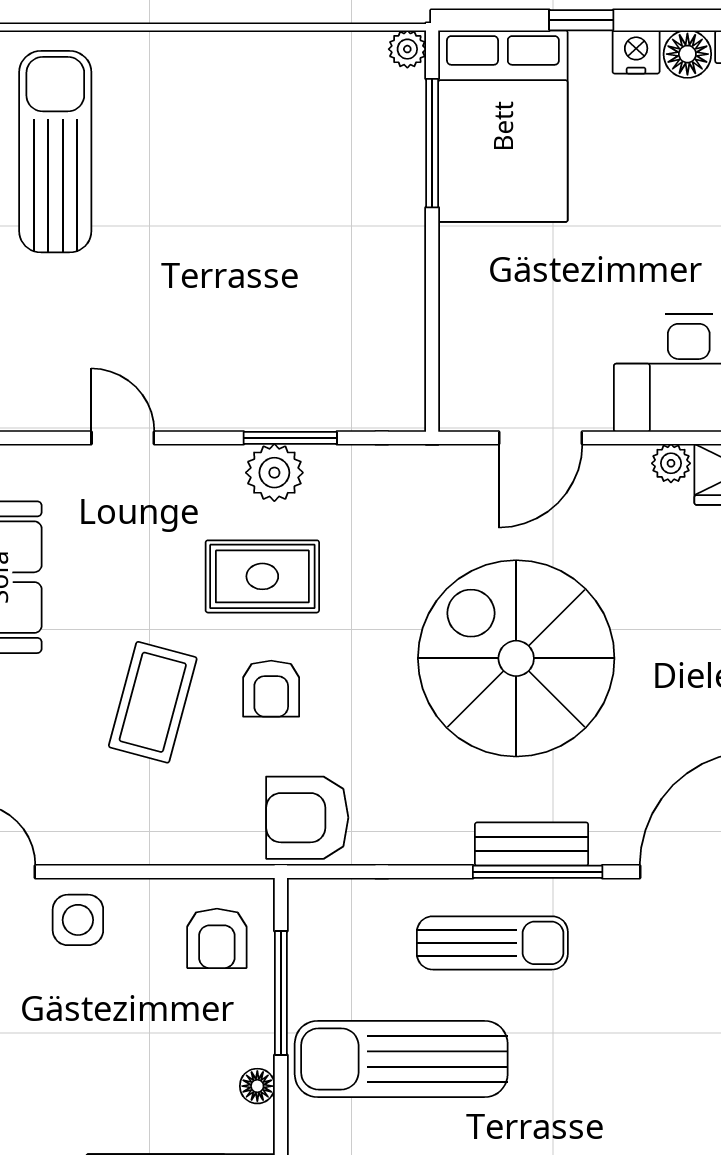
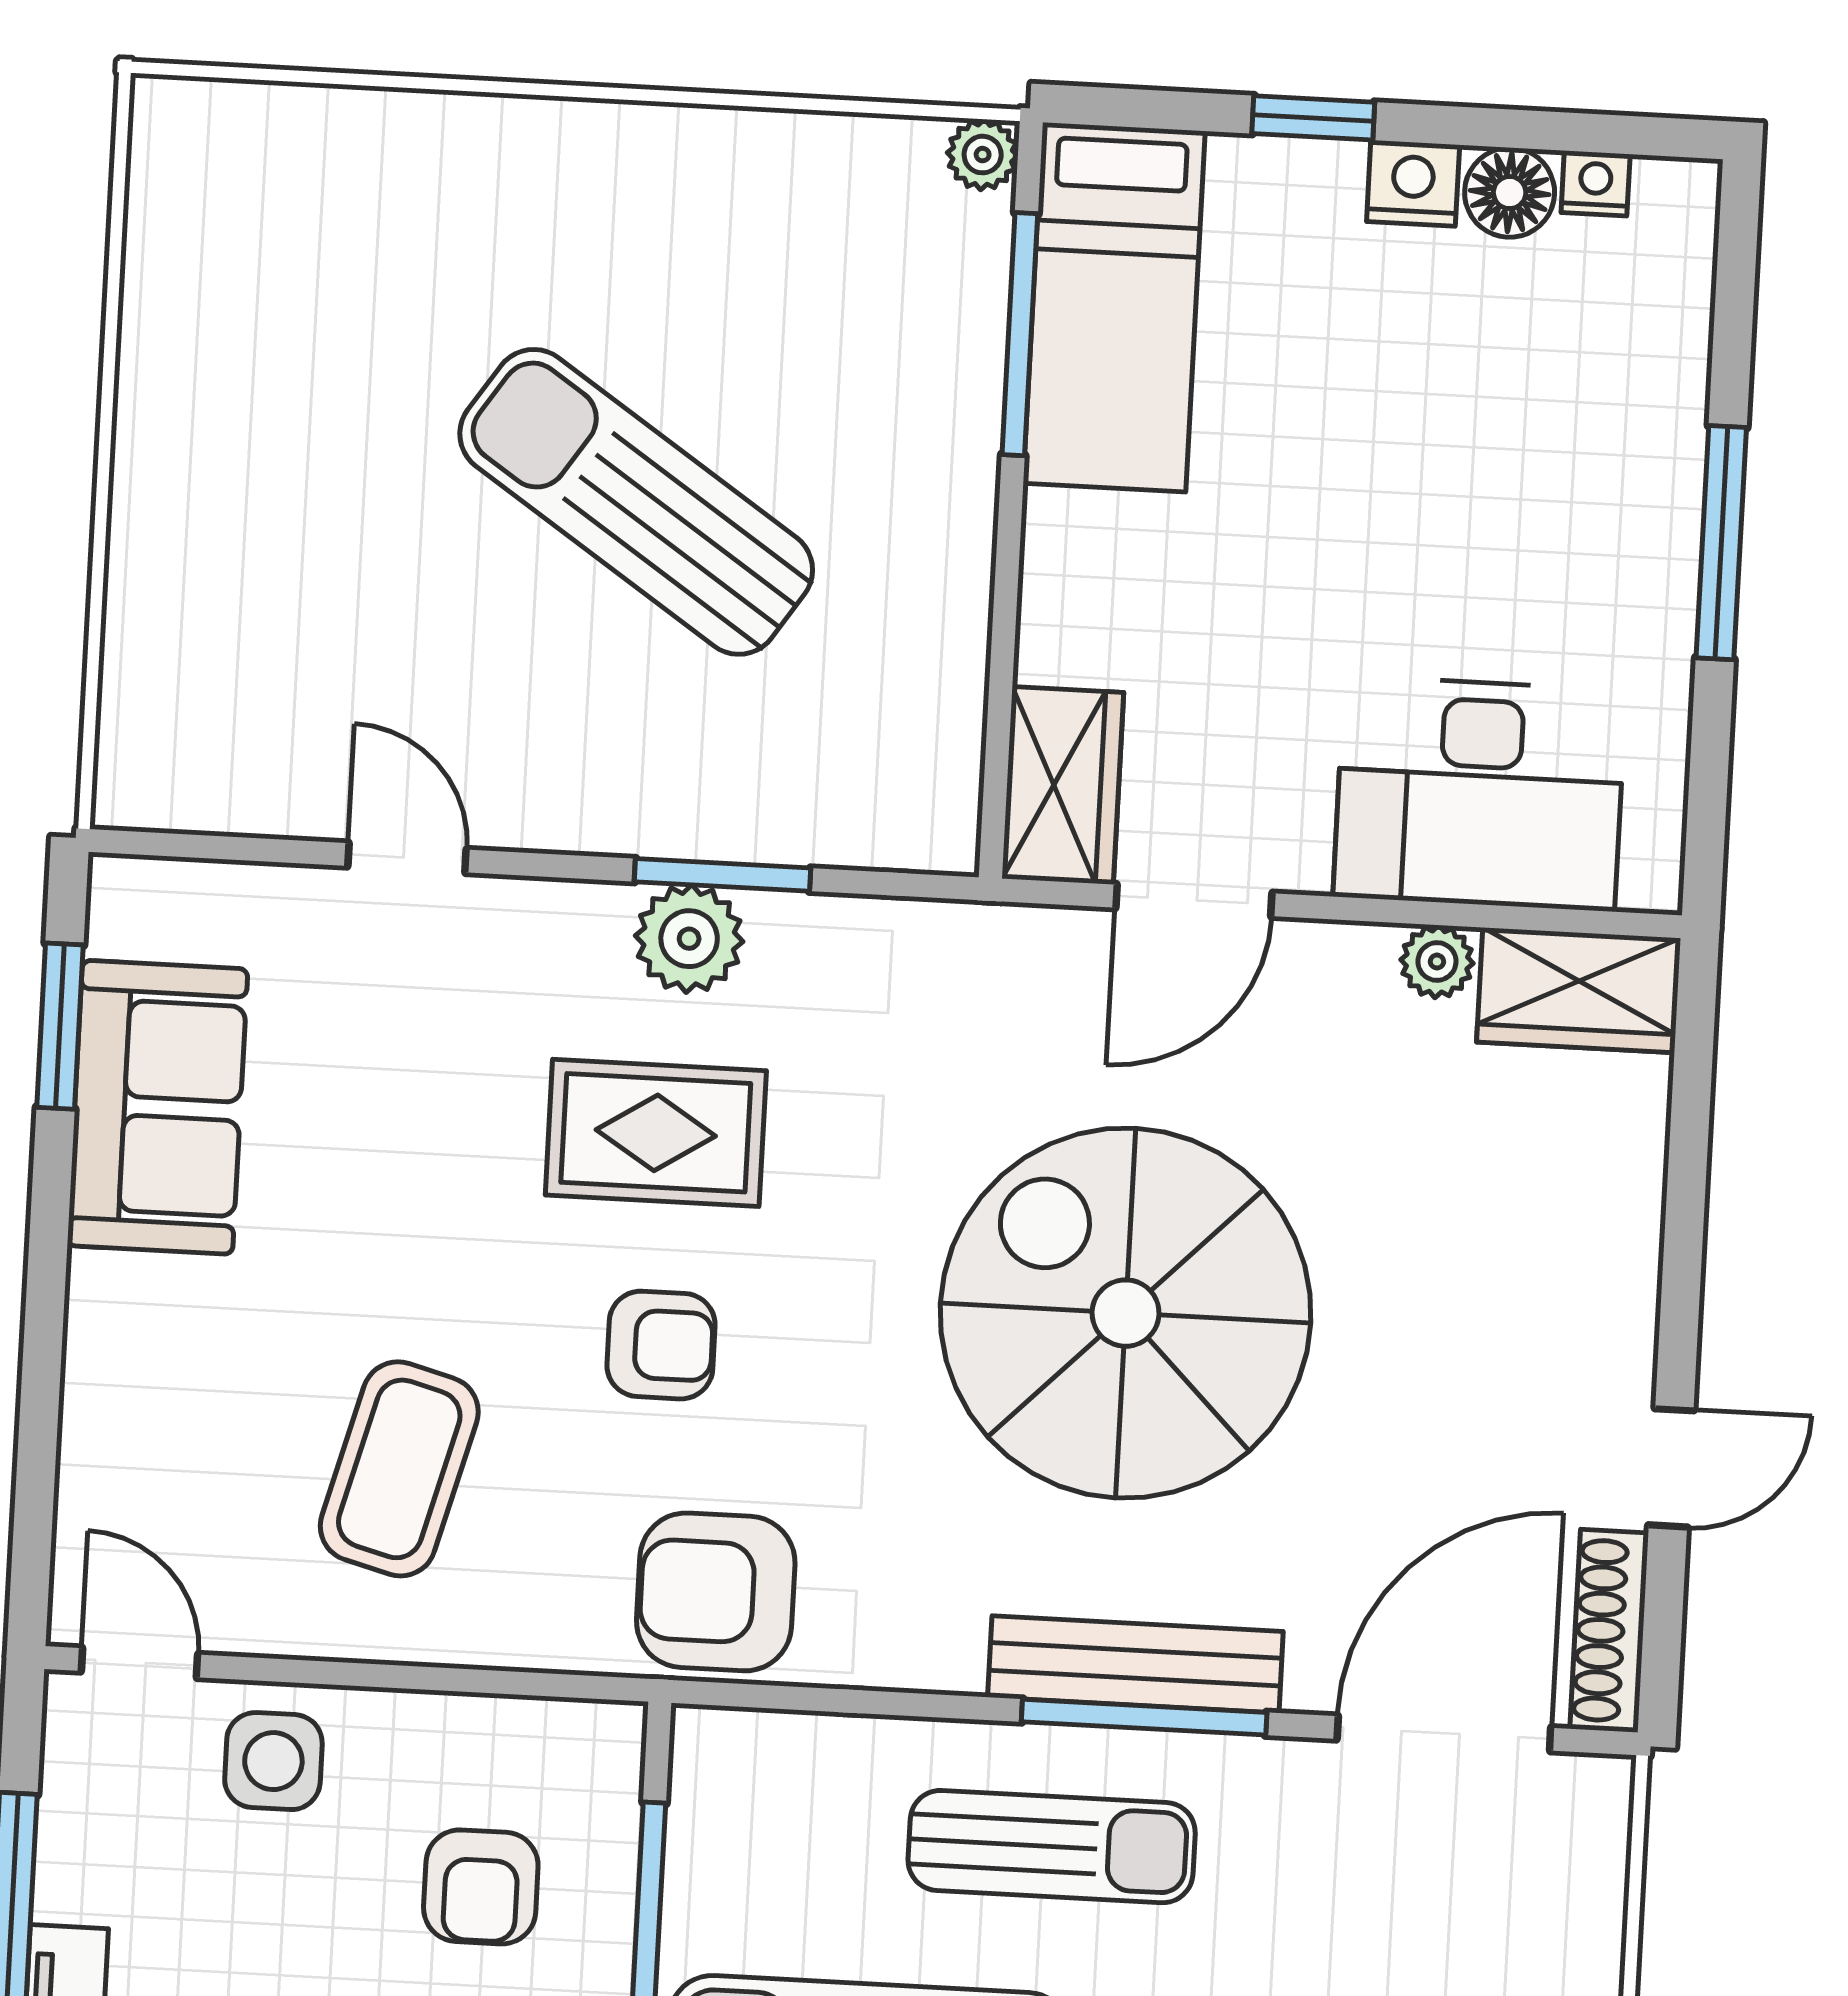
bed: (503, 126) -> (1114, 307), width x0.67
sun lounger: (55, 152) -> (636, 502), moved, turned -56
wardrobe: (468, 381) -> (1063, 786), added
armchair: (271, 689) -> (661, 1345), turned -90
coffee table: (153, 702) -> (399, 1469), moved
bench: (532, 844) -> (1135, 1664), width x1.36
armchair: (217, 938) -> (481, 1887), moved

